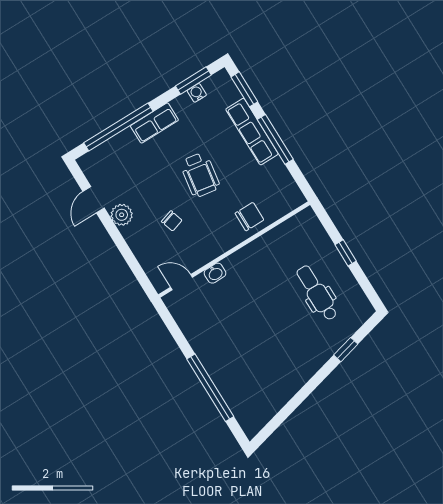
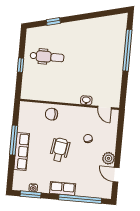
window: (244, 89) -> (11, 173), removed
door: (94, 200) -> (116, 175), swing flipped
dental chair: (317, 293) -> (47, 57), turned -90

